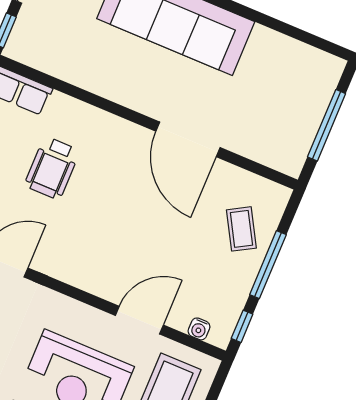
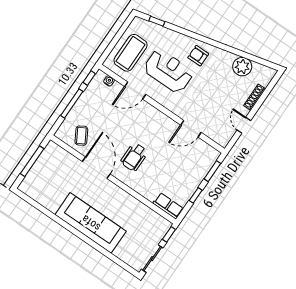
wheelchair: (52, 168) -> (134, 157), moved, turned 180
coffee table: (241, 229) -> (81, 136), moved

